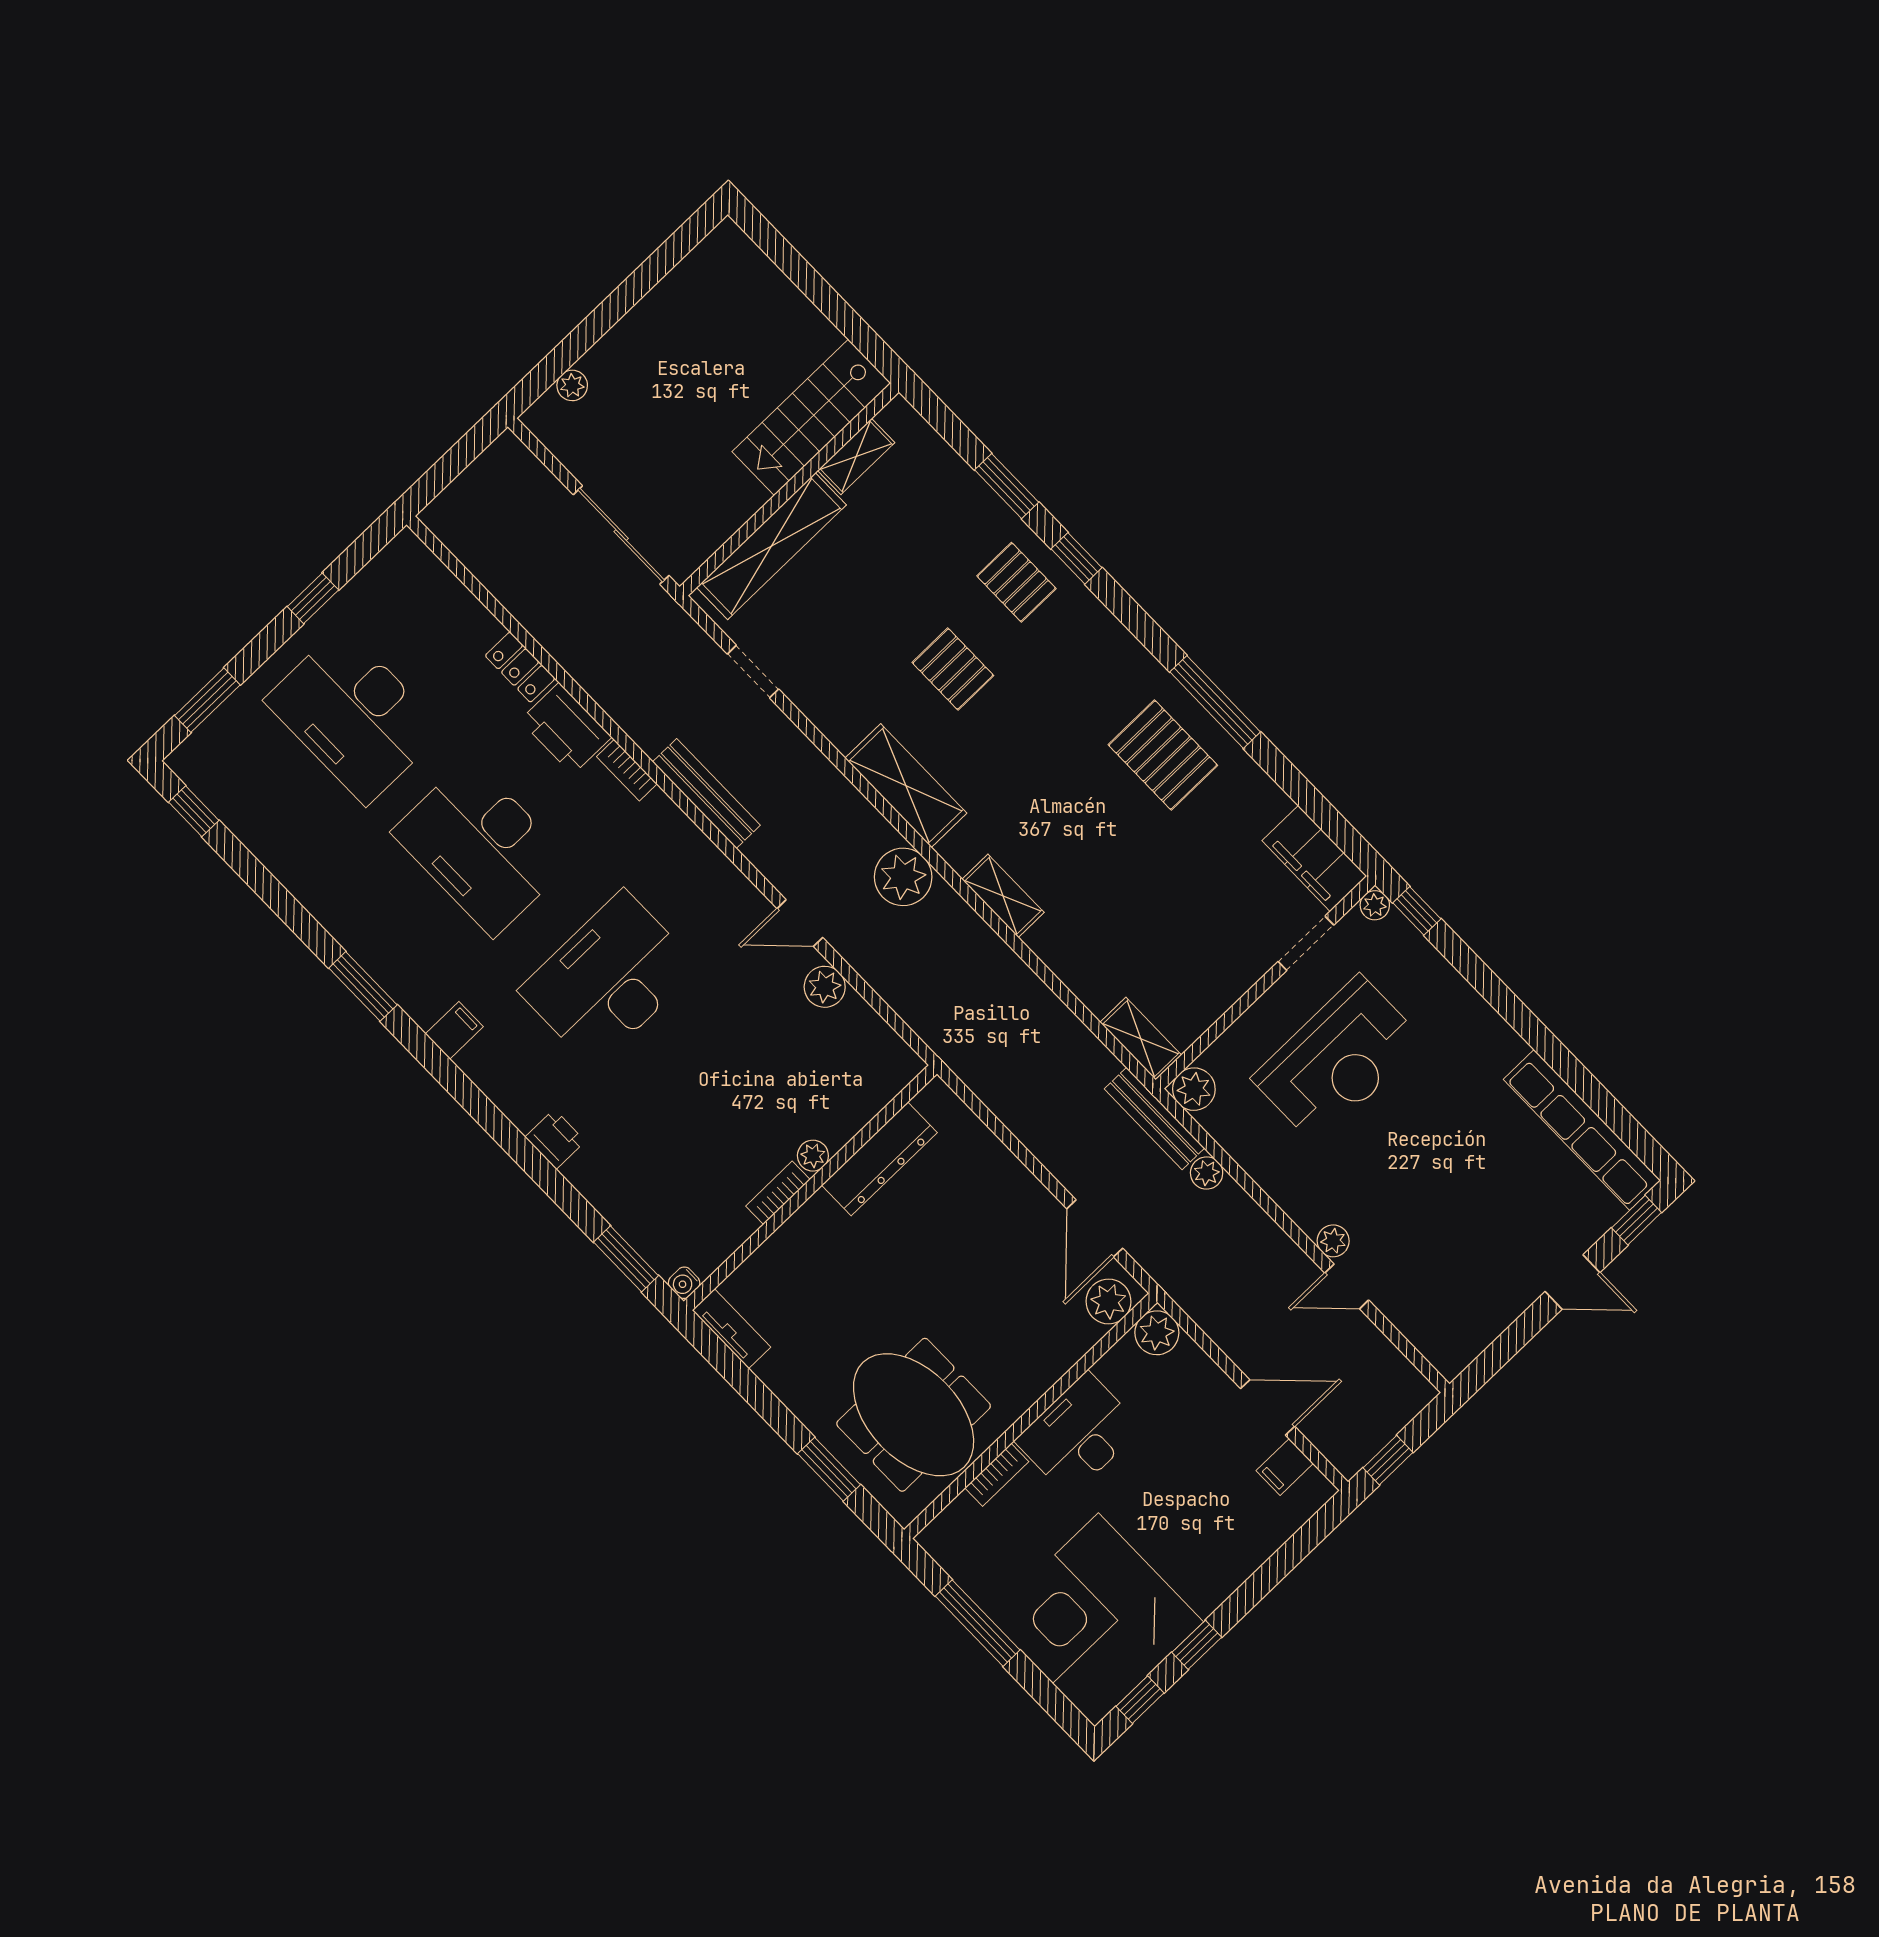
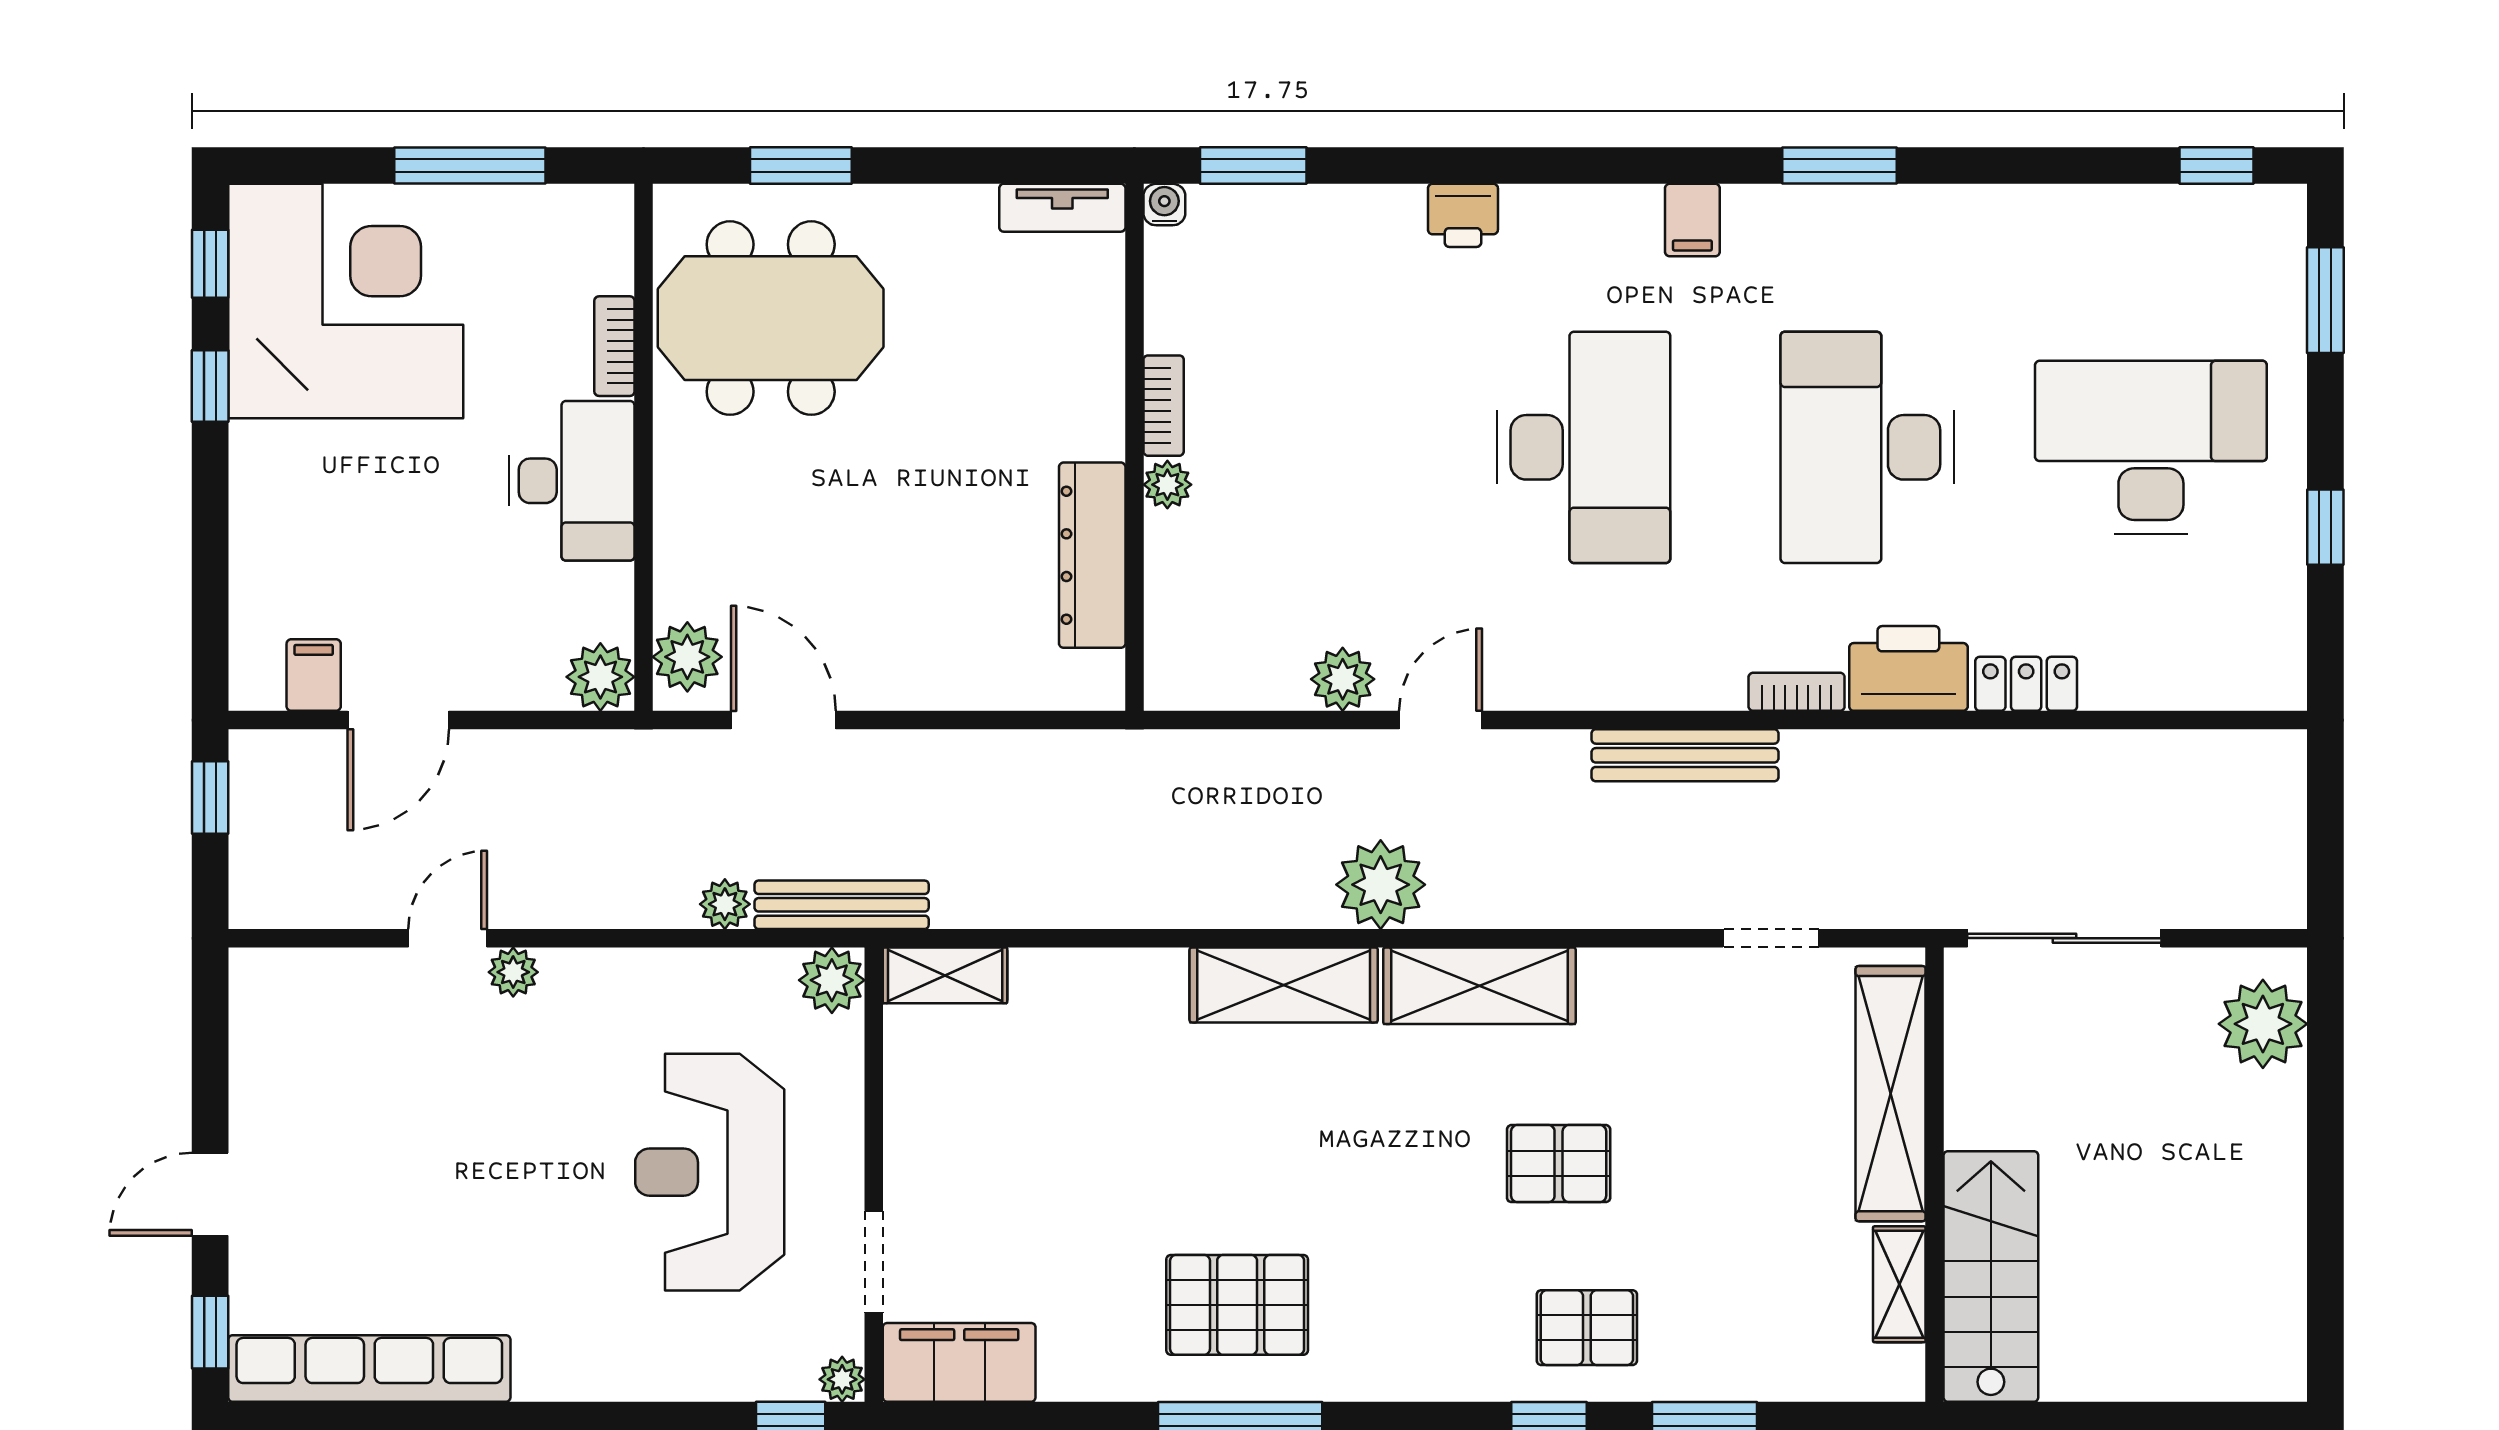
plant: (572, 385) -> (2263, 1024), width x1.88, depth x1.88
desk: (481, 847) -> (1867, 447), turned -90
shelving: (1003, 896) -> (1284, 985), width x1.50, depth x1.33

